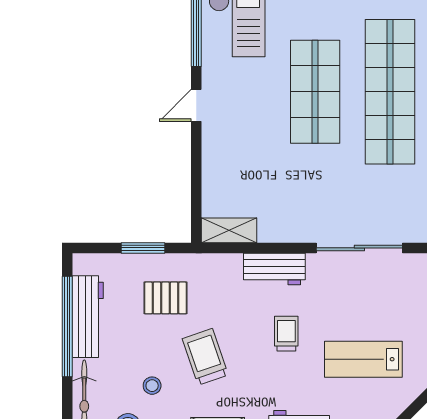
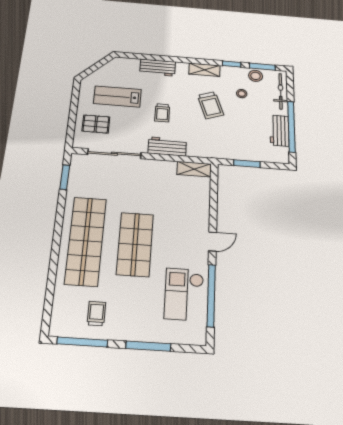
pallet: (166, 298) -> (96, 124), moved
workbench: (88, 317) -> (279, 131), width x0.73
lab bench: (363, 359) -> (117, 96), turned 180

